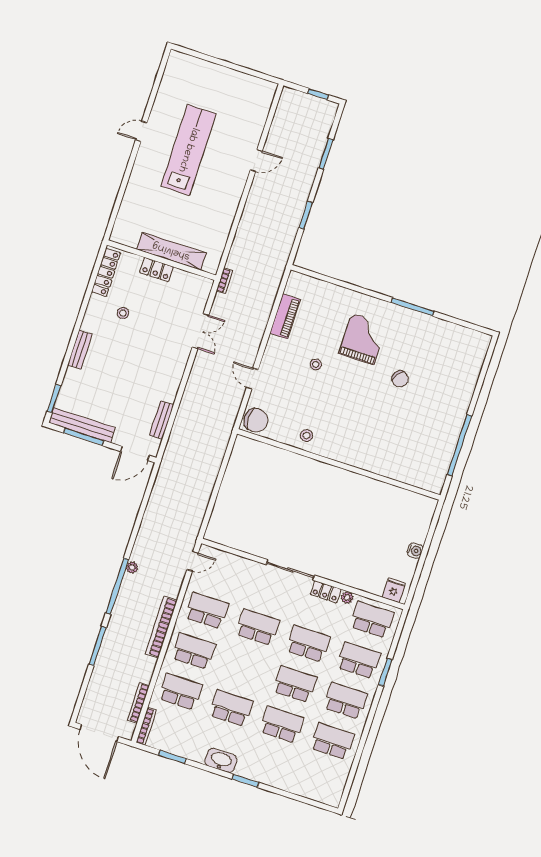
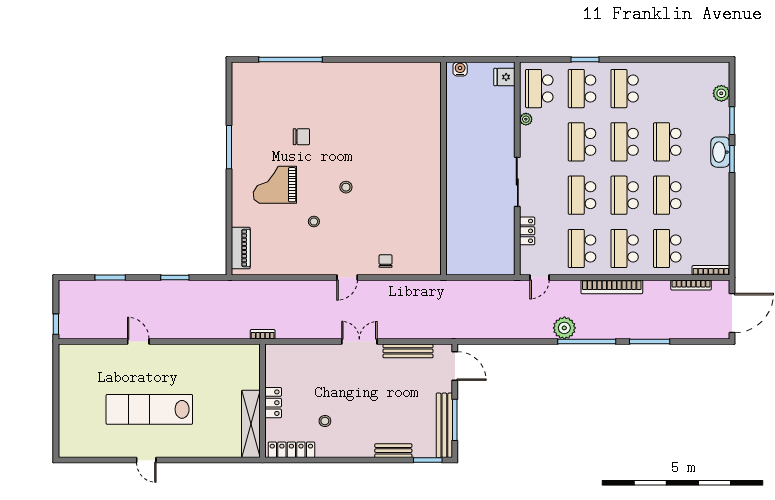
window: (318, 94) -> (56, 324), moved
shelving: (171, 251) -> (251, 424), moved
piano: (285, 316) -> (241, 248), moved, turned 90
double door: (201, 331) -> (359, 342), moved
bench: (80, 350) -> (393, 451), moved
chair: (400, 379) -> (301, 137), turned 56
bench: (162, 420) -> (408, 351), width x1.36
chair: (256, 420) -> (386, 261), width x0.54, depth x0.54
stool: (306, 436) -> (346, 187), moved
window: (460, 445) -> (291, 60), moved
wall: (339, 464) -> (444, 169), moved
door: (193, 561) -> (540, 277), swing flipped
plant: (132, 568) -> (564, 328), width x1.88, depth x1.88
locker: (326, 592) -> (527, 231), moved
school desk: (332, 741) -> (625, 195), moved
window: (172, 757) -> (732, 121), moved
washbasin: (221, 760) -> (720, 152), moved
plant: (311, 791) -> (721, 93), added

